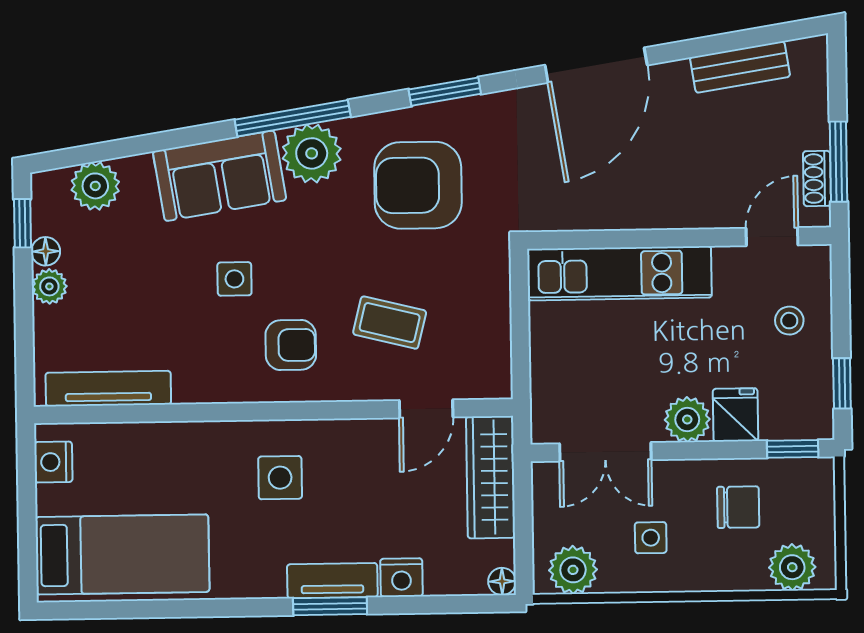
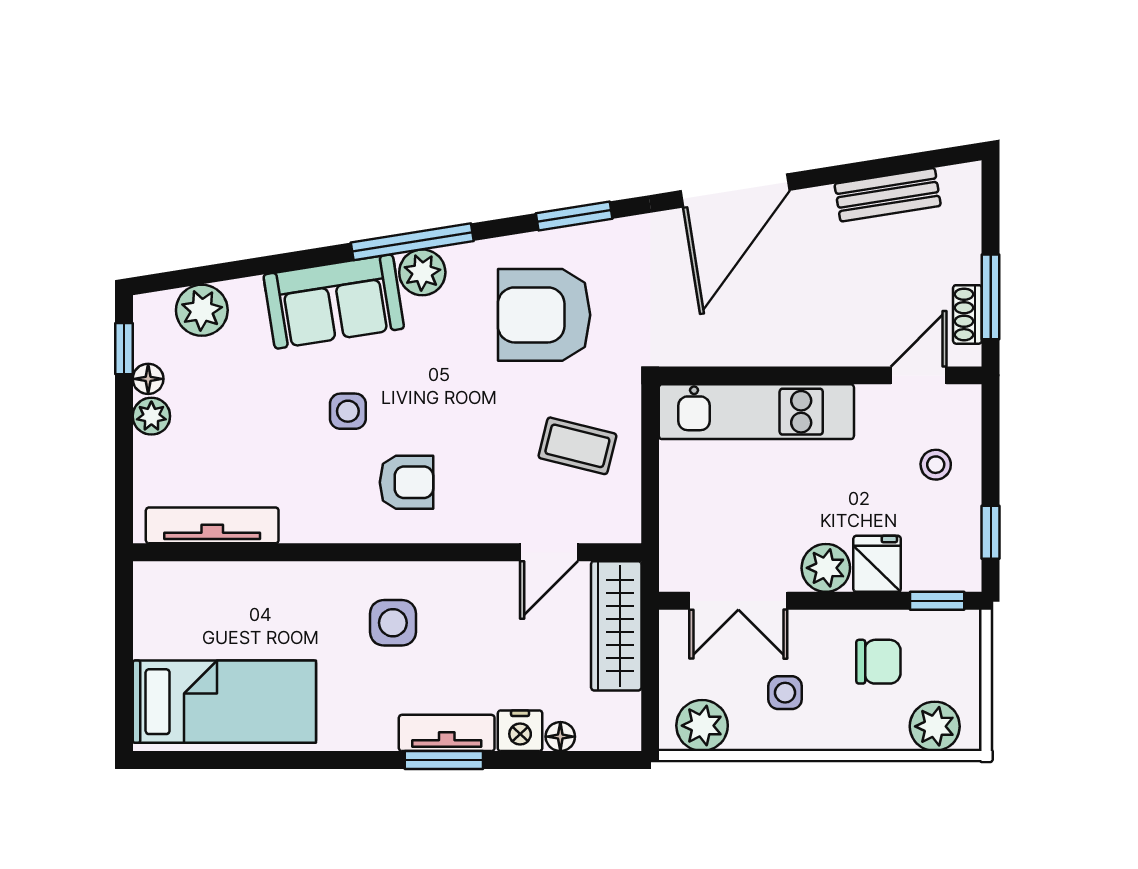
plant: (312, 153) -> (422, 272), width x0.73, depth x0.73
coffee table: (390, 323) -> (577, 446), moved
nightstand: (53, 462) -> (153, 602), removed
floor lamp: (502, 581) -> (560, 737), moved

